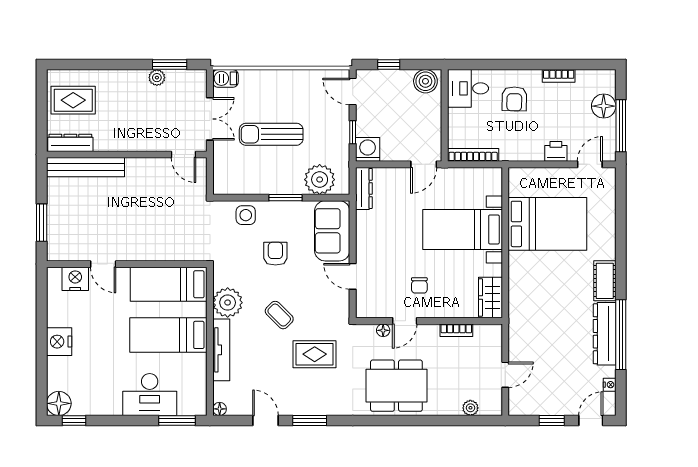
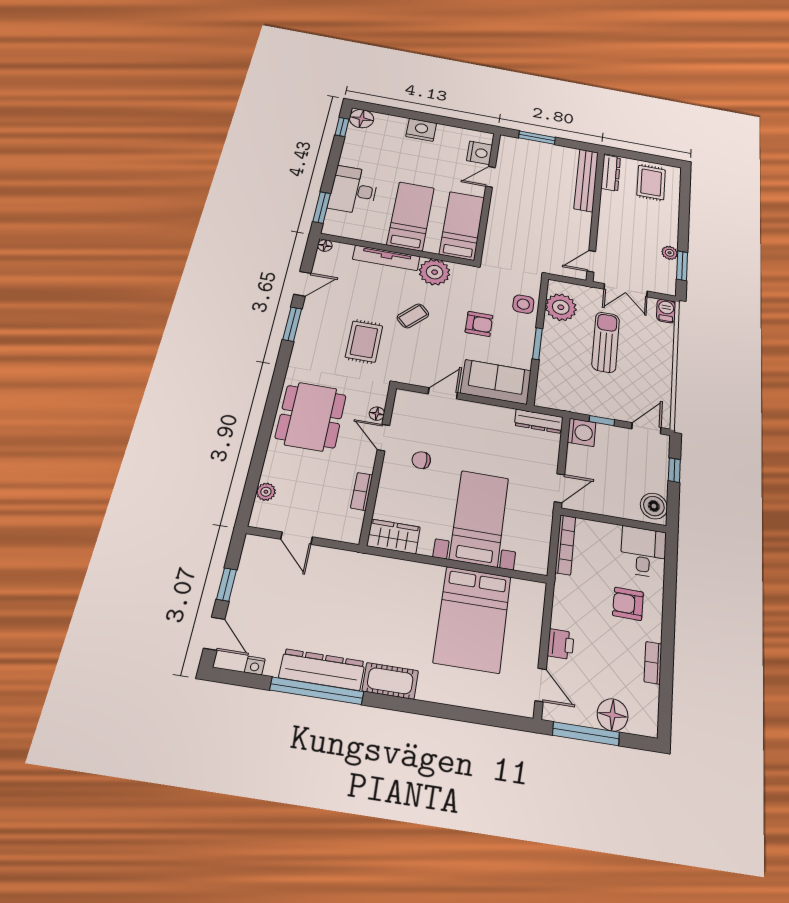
door: (424, 164) -> (559, 488), swing flipped
plant: (320, 180) -> (561, 307), moved

